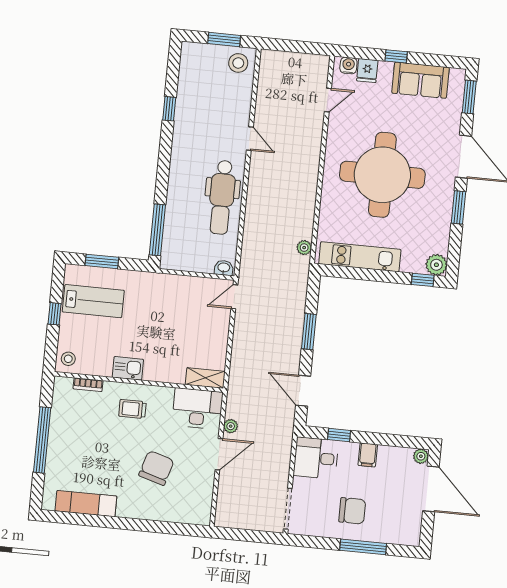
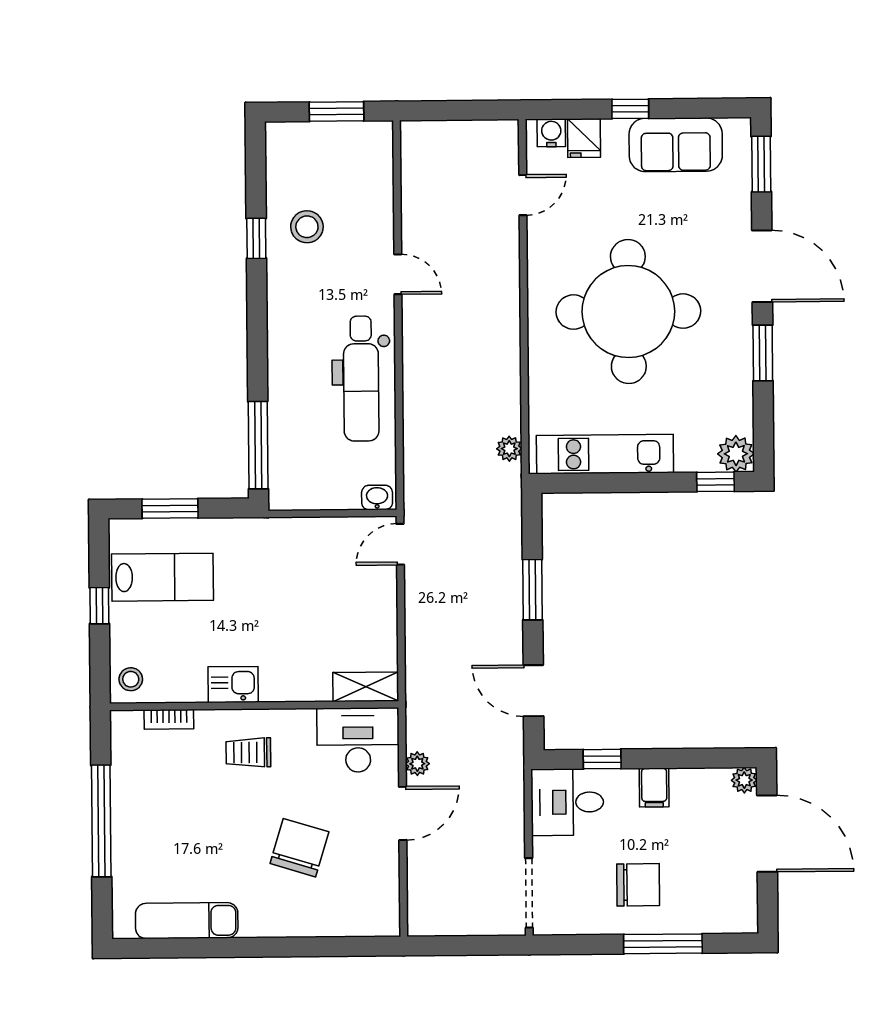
stool: (238, 63) -> (307, 227), moved

